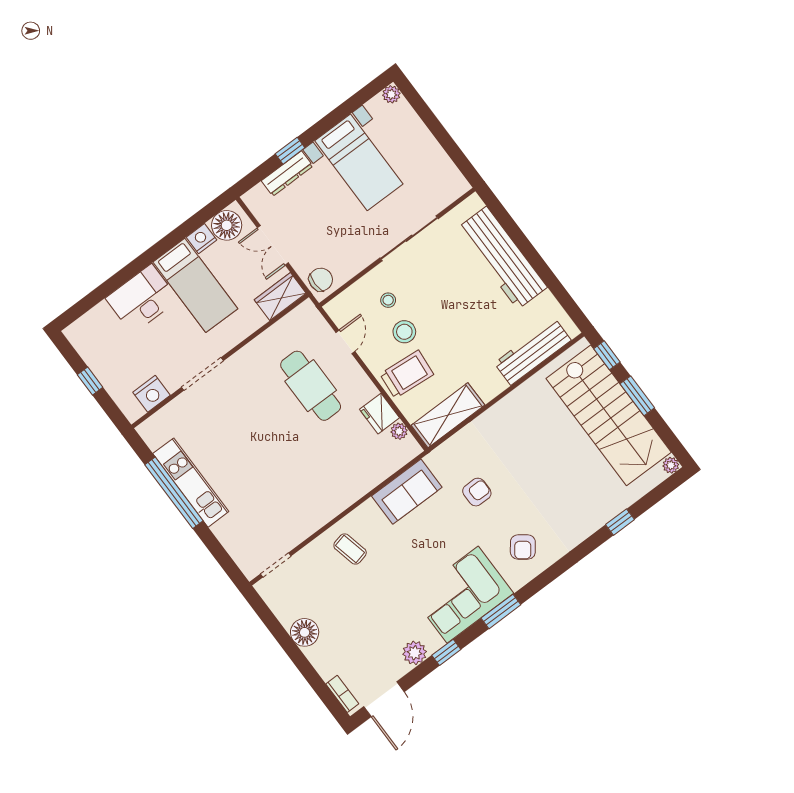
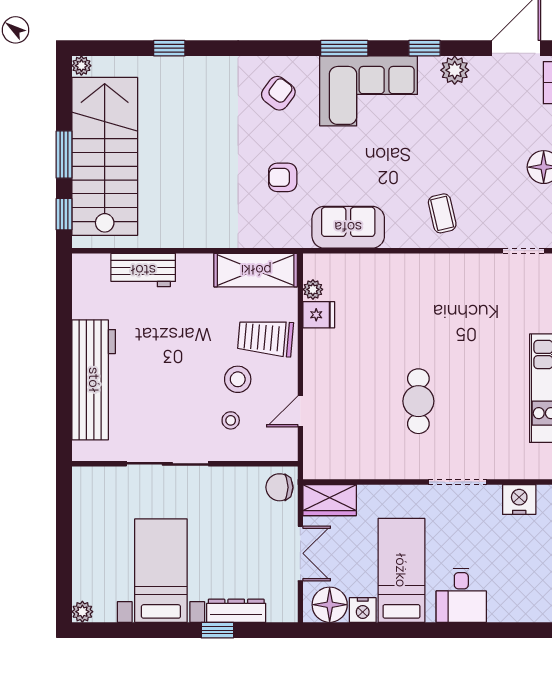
desk: (142, 299) -> (461, 595), width x0.73
workbench: (533, 352) -> (143, 270), width x0.73
cafe table: (311, 386) -> (418, 401), moved, width x0.73, depth x0.74
fridge: (380, 414) -> (319, 315), width x0.72

